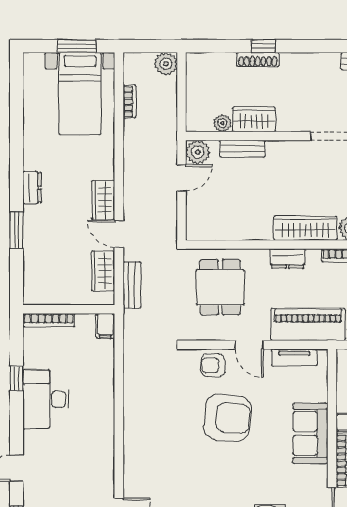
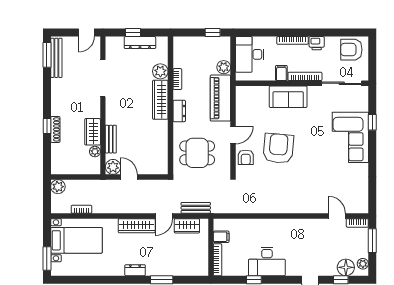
window: (77, 46) -> (47, 258), moved
wardrobe: (103, 200) -> (137, 226), width x1.50
filing cabinet: (105, 326) -> (221, 237), moved
tv unit: (294, 358) -> (241, 107), removed

